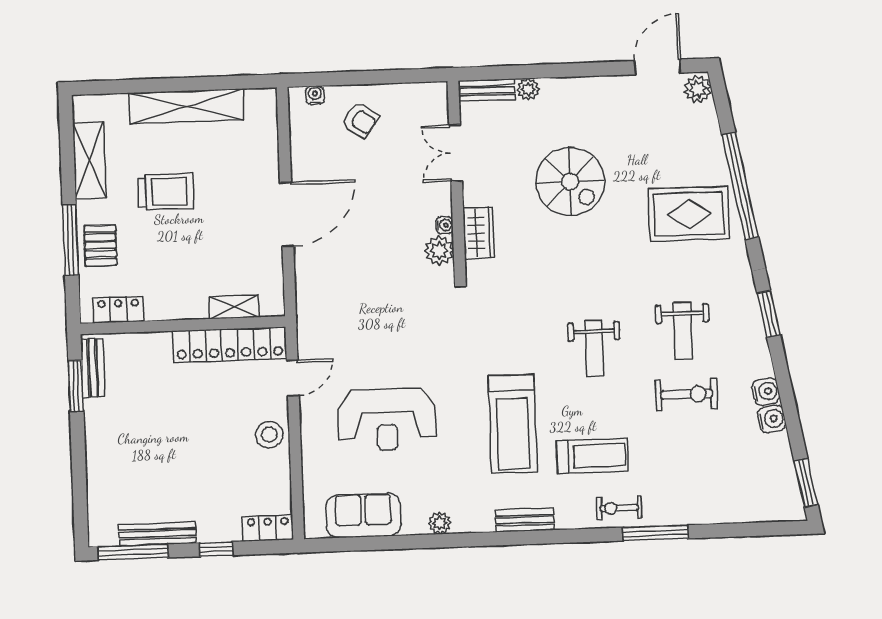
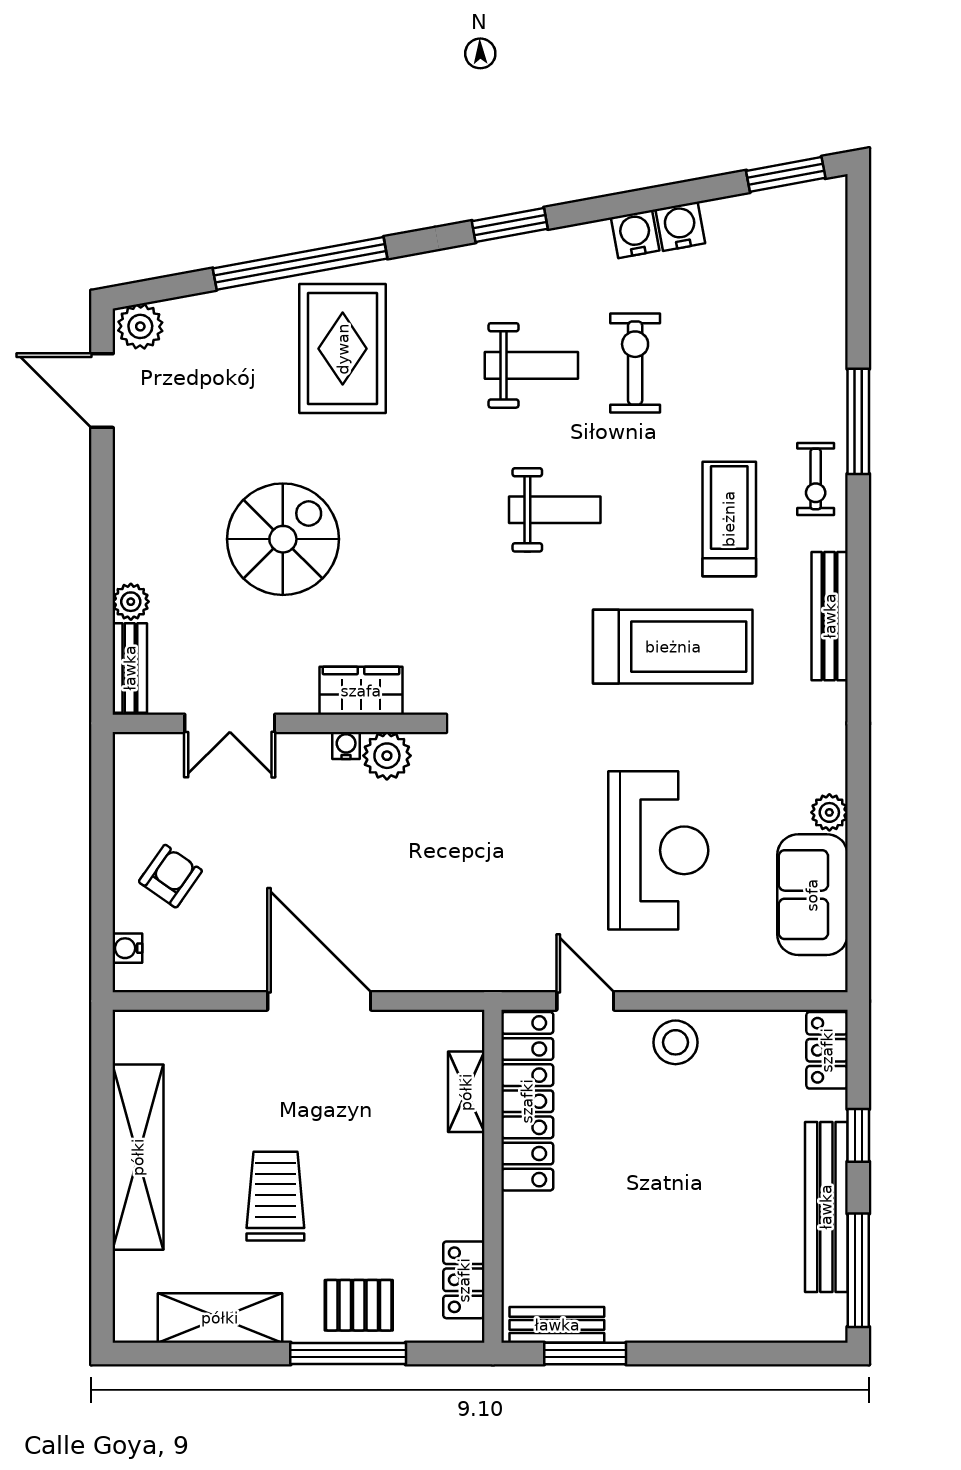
bench: (525, 520) -> (830, 616), width x1.36
plant: (440, 523) -> (829, 812), moved
bench: (157, 534) -> (826, 1207), width x1.37, depth x1.21

